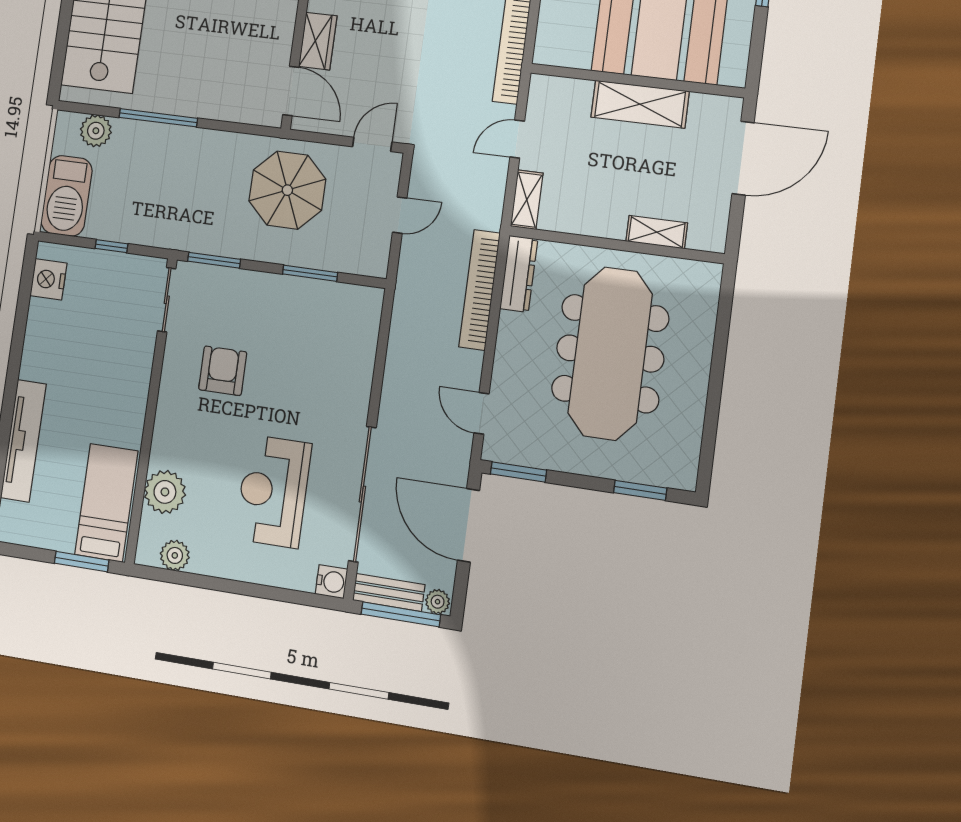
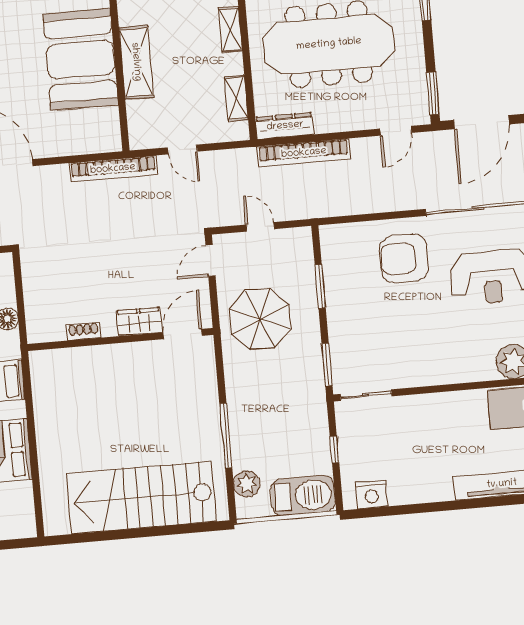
door: (372, 144) -> (210, 261), hinge flipped
shelving: (527, 200) -> (236, 98), moved, turned 90
armchair: (223, 371) -> (404, 258), moved, width x1.36, depth x1.36

